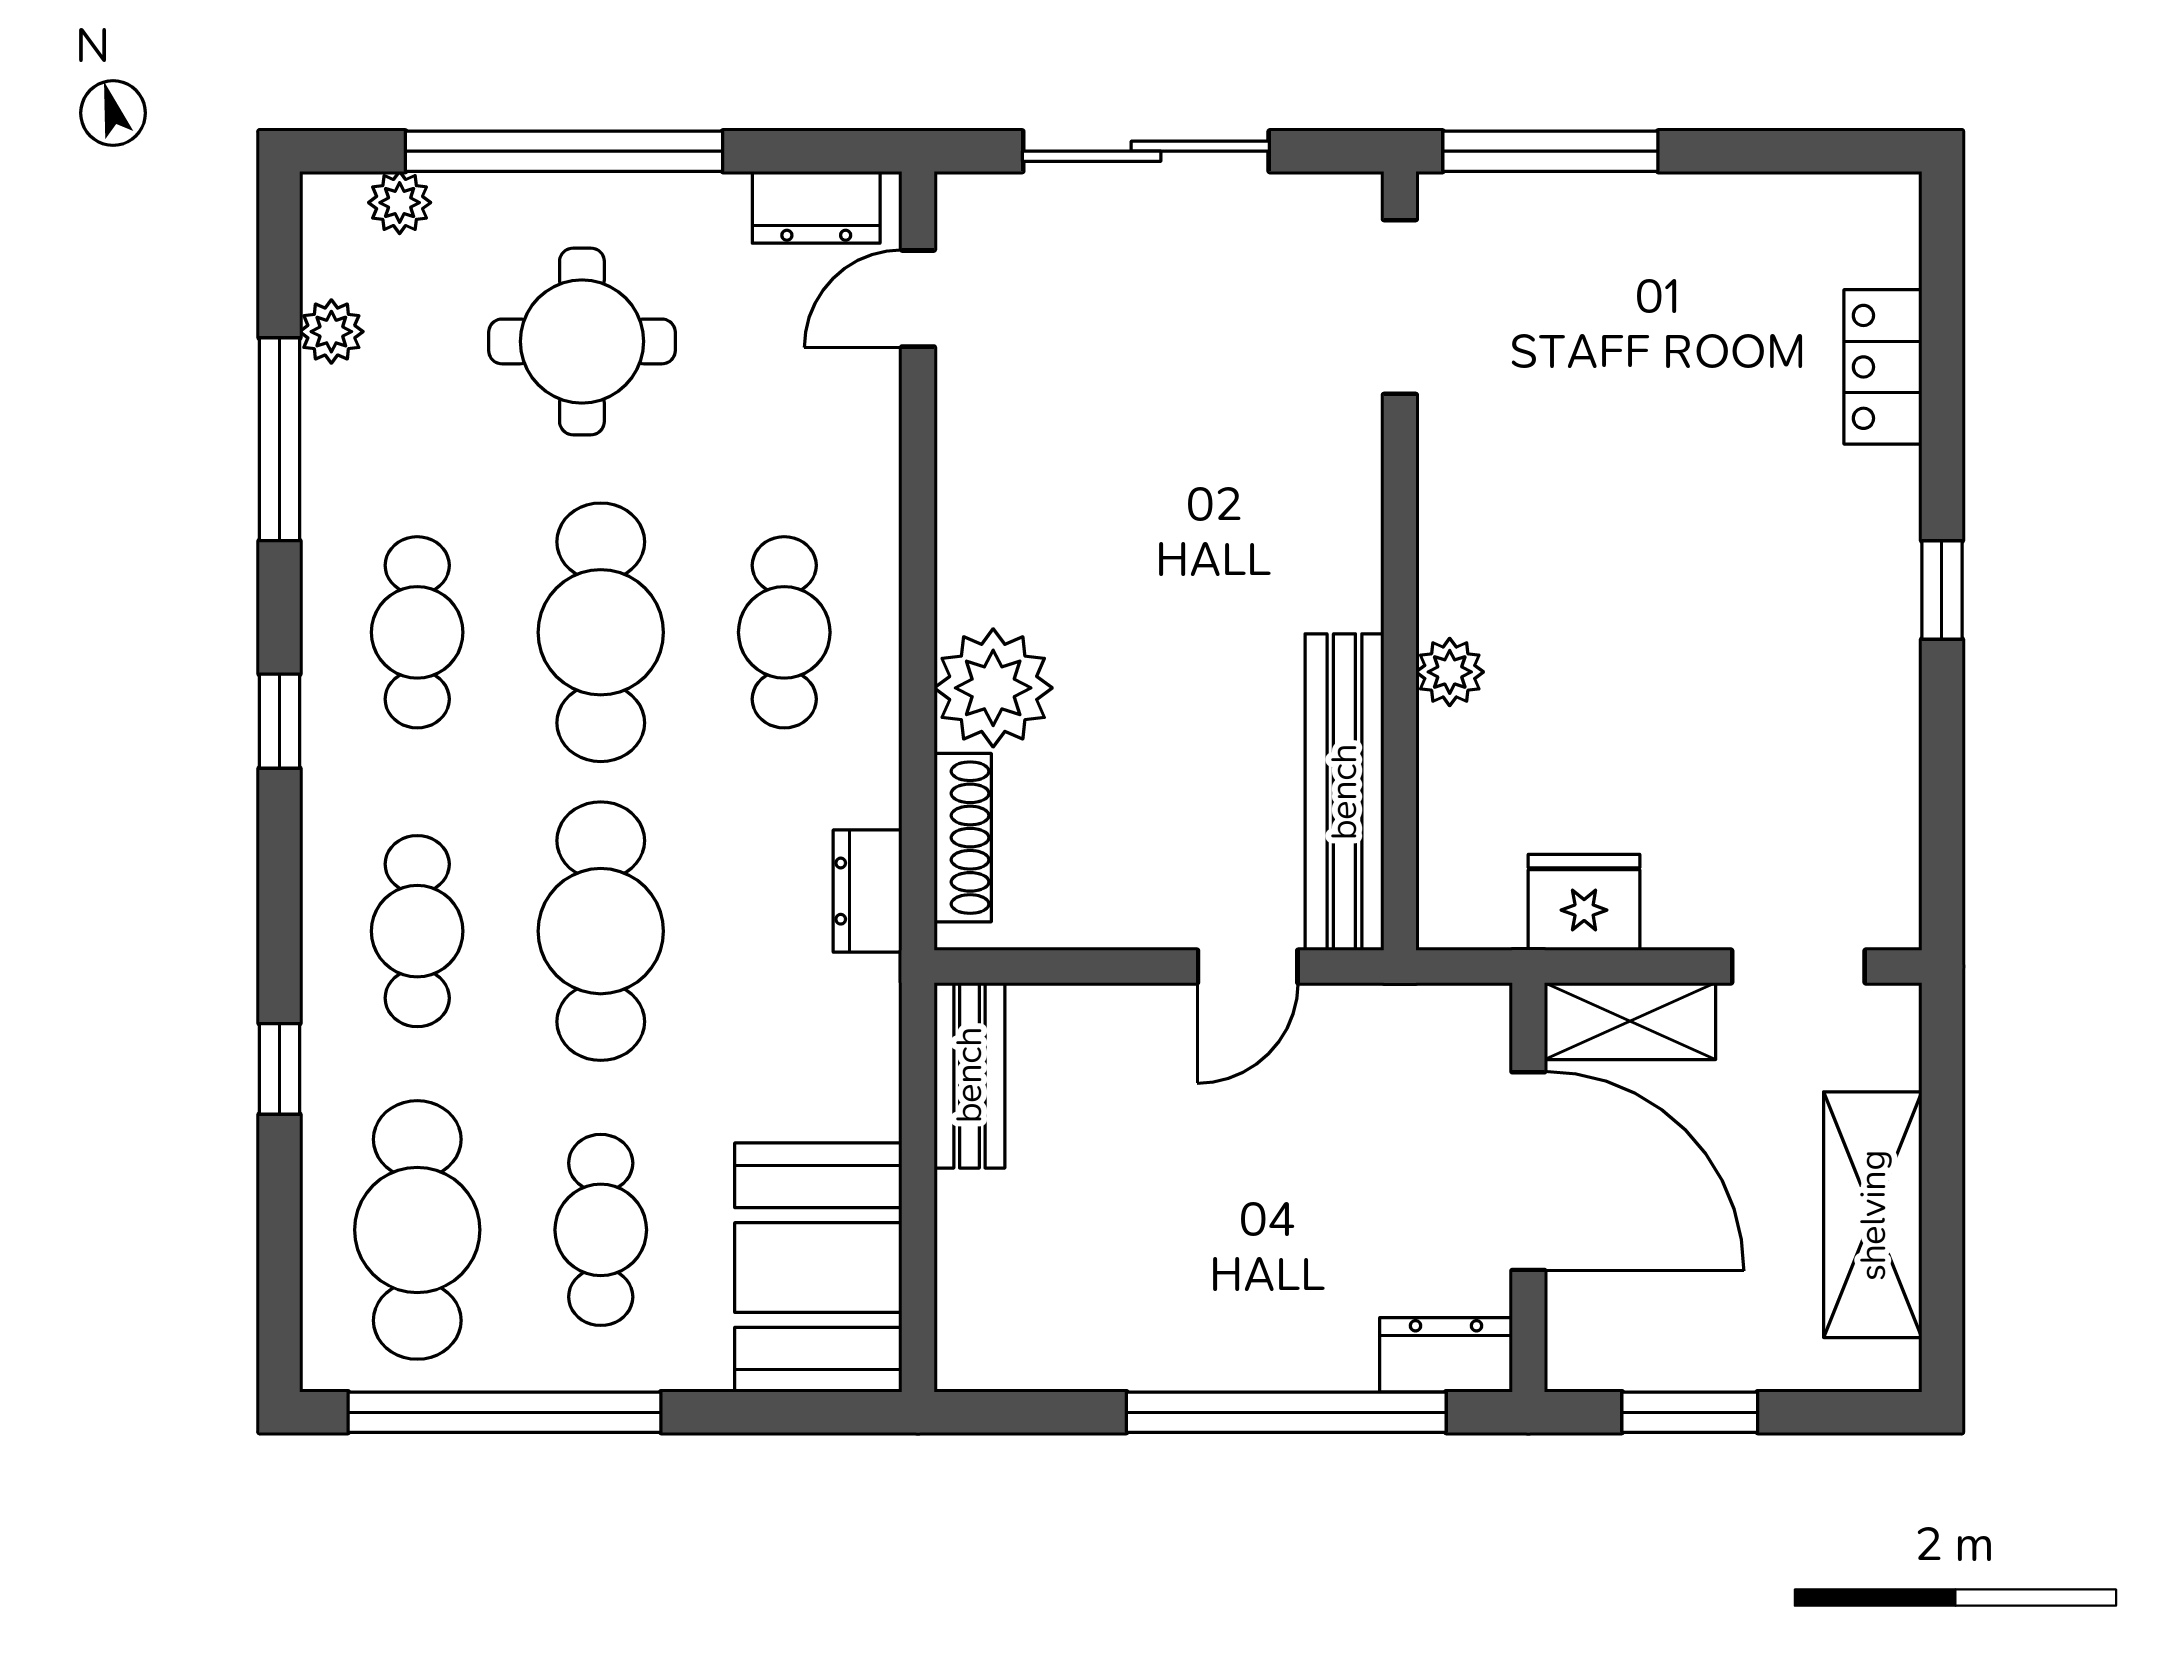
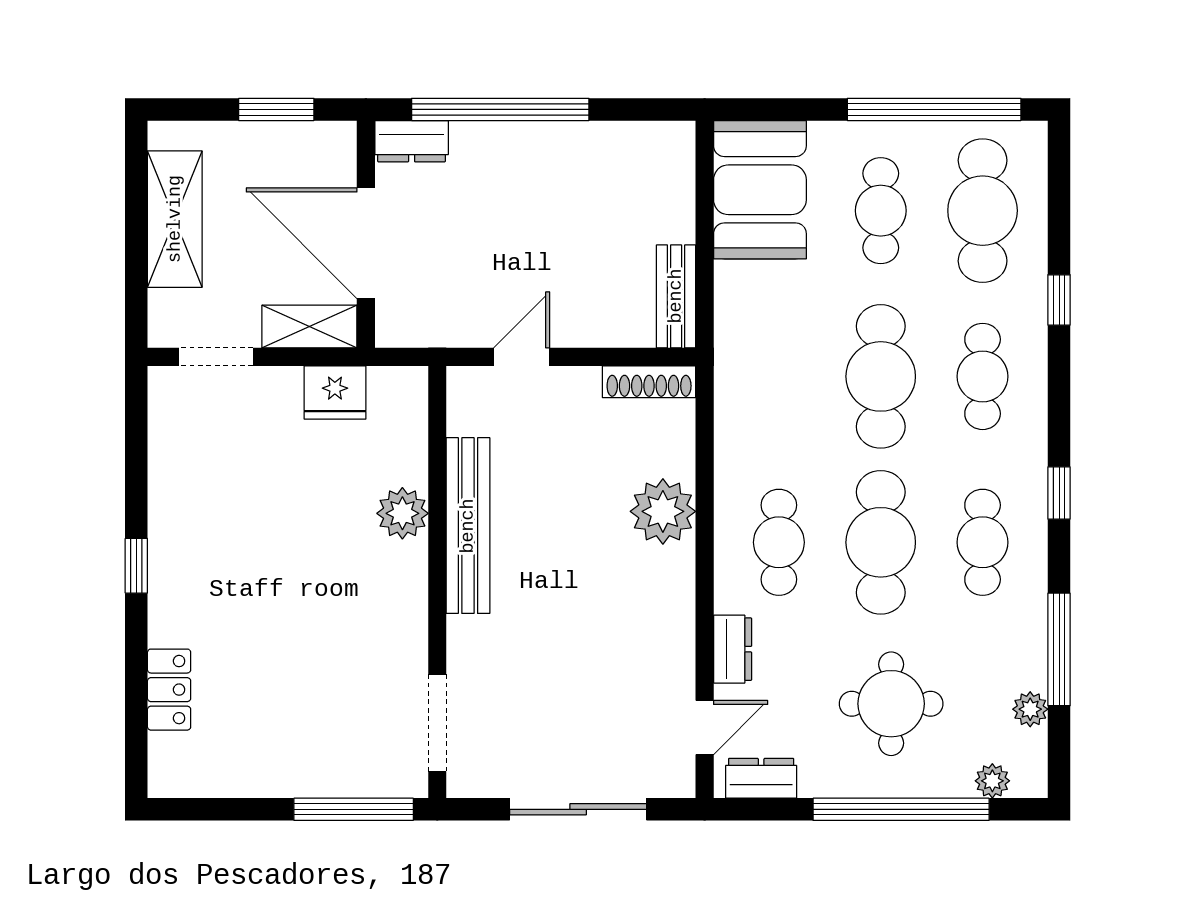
plant: (1450, 672) -> (402, 513), width x1.38, depth x1.38
bench: (1344, 792) -> (468, 526), moved
shoe rack: (963, 838) -> (649, 382), moved, turned -90
dresser: (868, 891) -> (733, 649), moved

